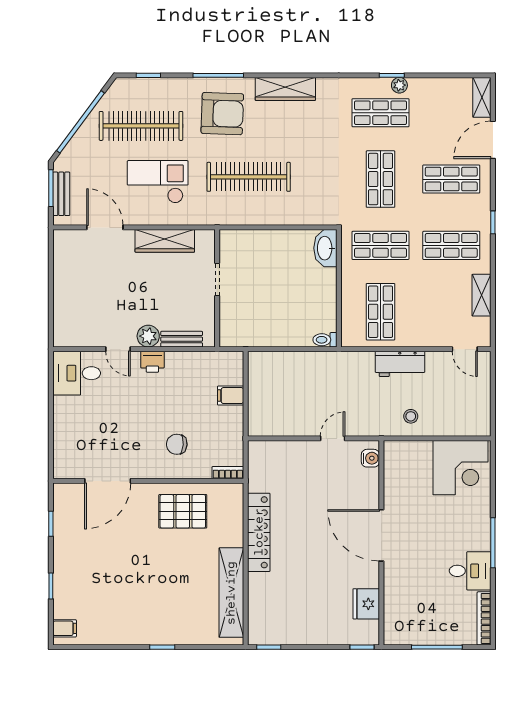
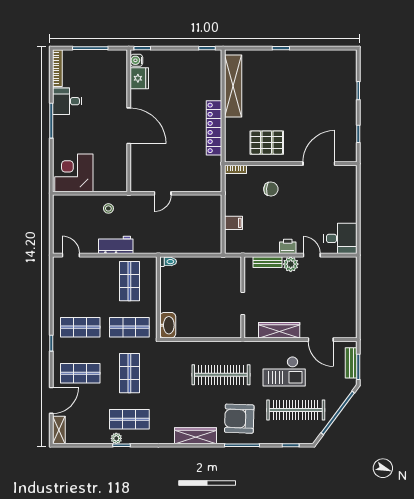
shelving: (481, 295) -> (59, 293), removed
water cooler: (370, 458) -> (136, 60), moved
filing cabinet: (65, 628) -> (349, 61), removed

